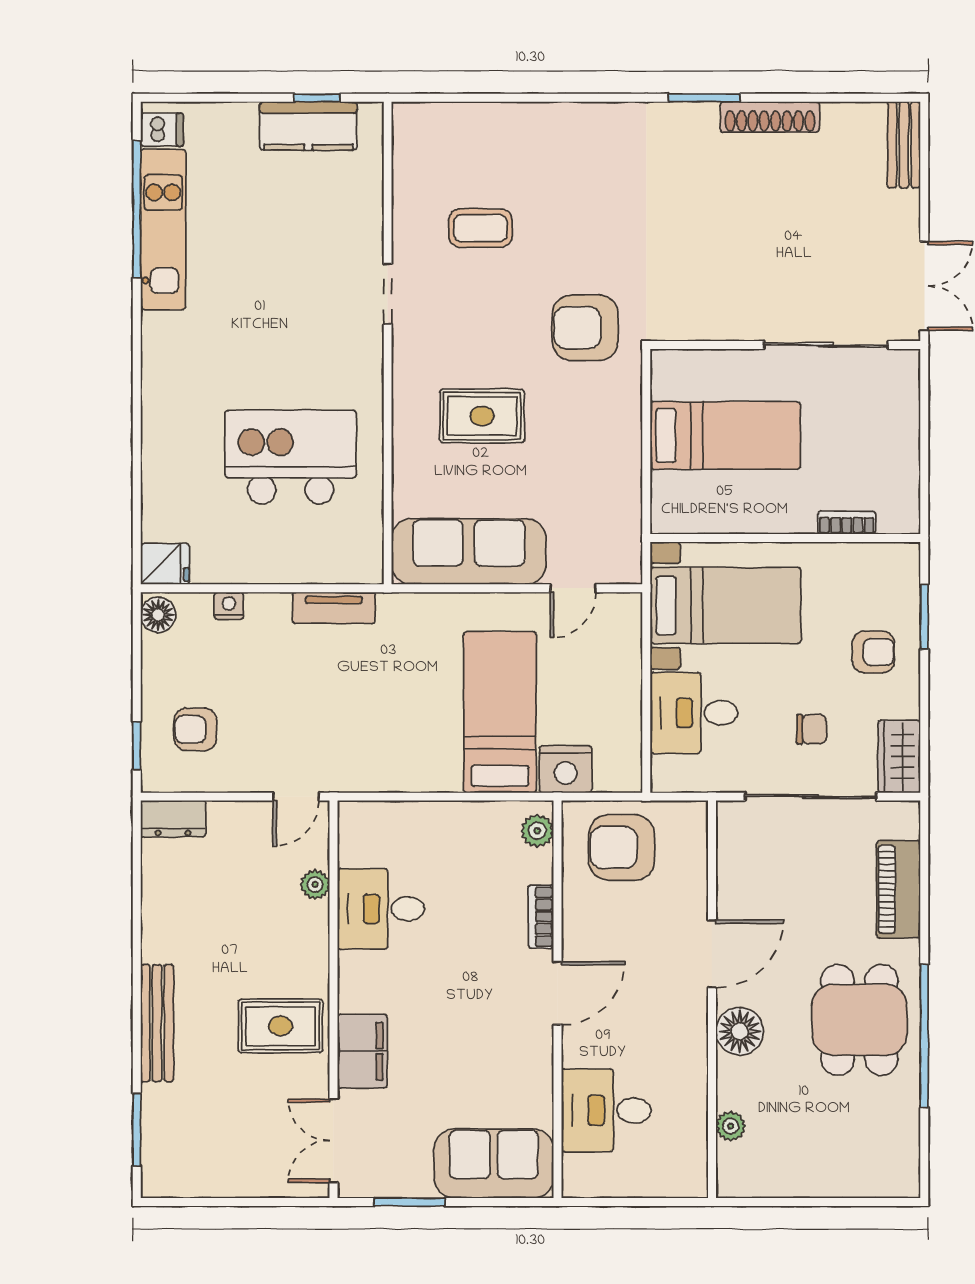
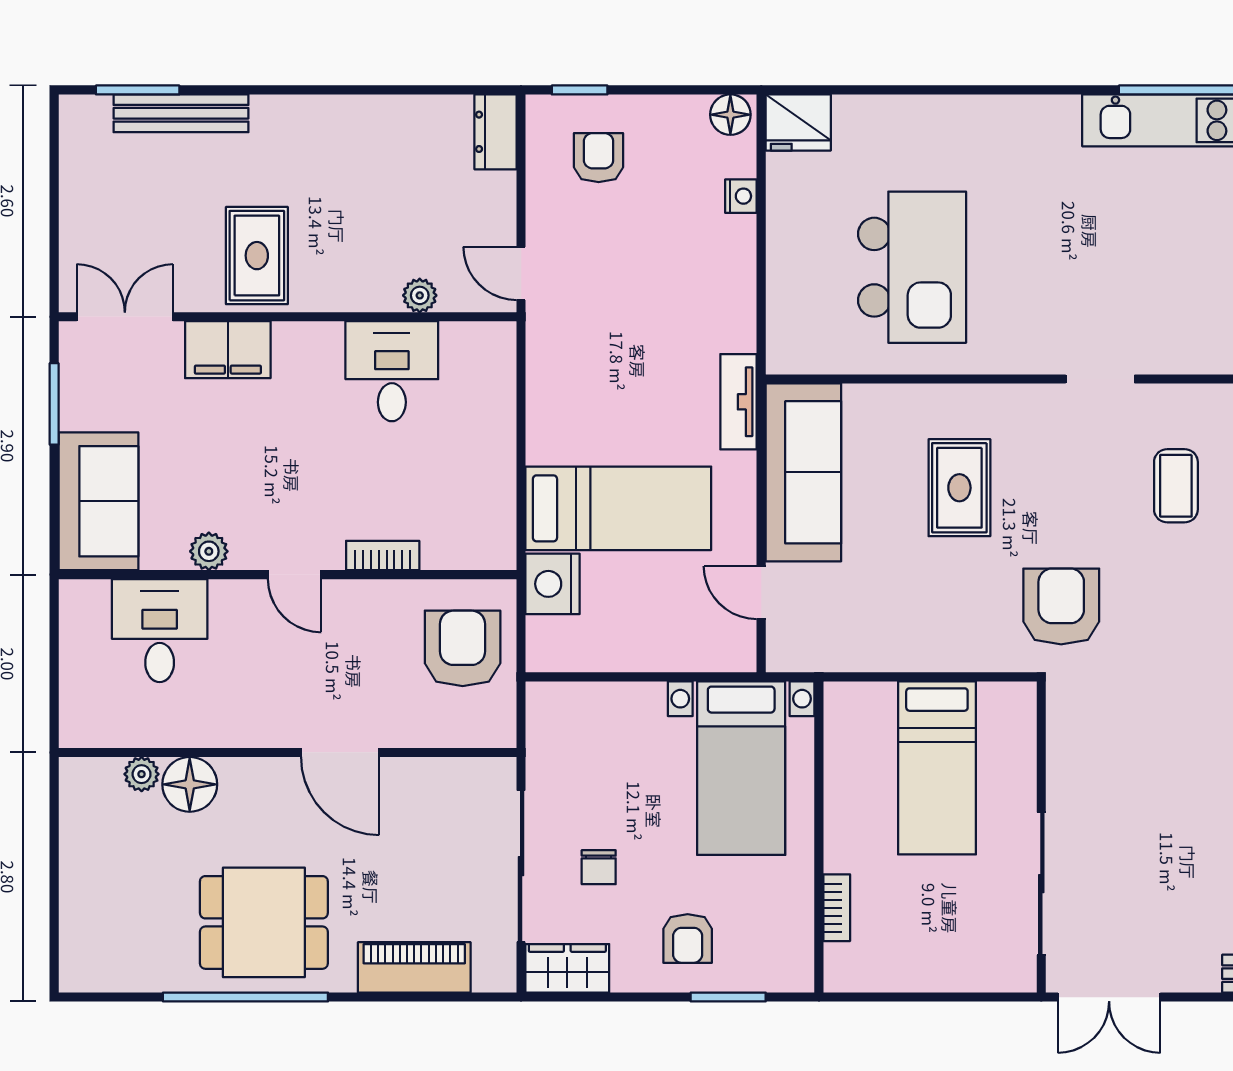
fridge: (165, 564) -> (798, 122), width x1.38
tv unit: (334, 608) -> (738, 402), moved
desk: (694, 713) -> (618, 732), removed
plant: (537, 831) -> (209, 551), moved
door: (558, 993) -> (295, 575), width x0.73
bench: (157, 1023) -> (181, 113), moved
floor lamp: (740, 1031) -> (190, 784), moved

